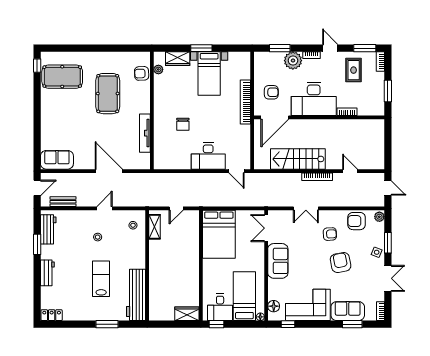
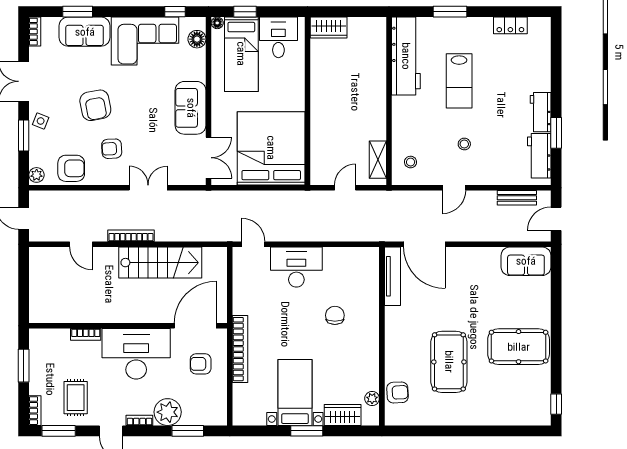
pool table: (62, 77) -> (519, 347), moved
tv unit: (145, 133) -> (392, 276), moved
door: (109, 171) -> (424, 244), moved
bed: (219, 234) -> (271, 148), width x1.36
workbench: (47, 273) -> (541, 112), moved
locker: (52, 315) -> (510, 25), moved
window: (216, 324) -> (245, 12), moved

